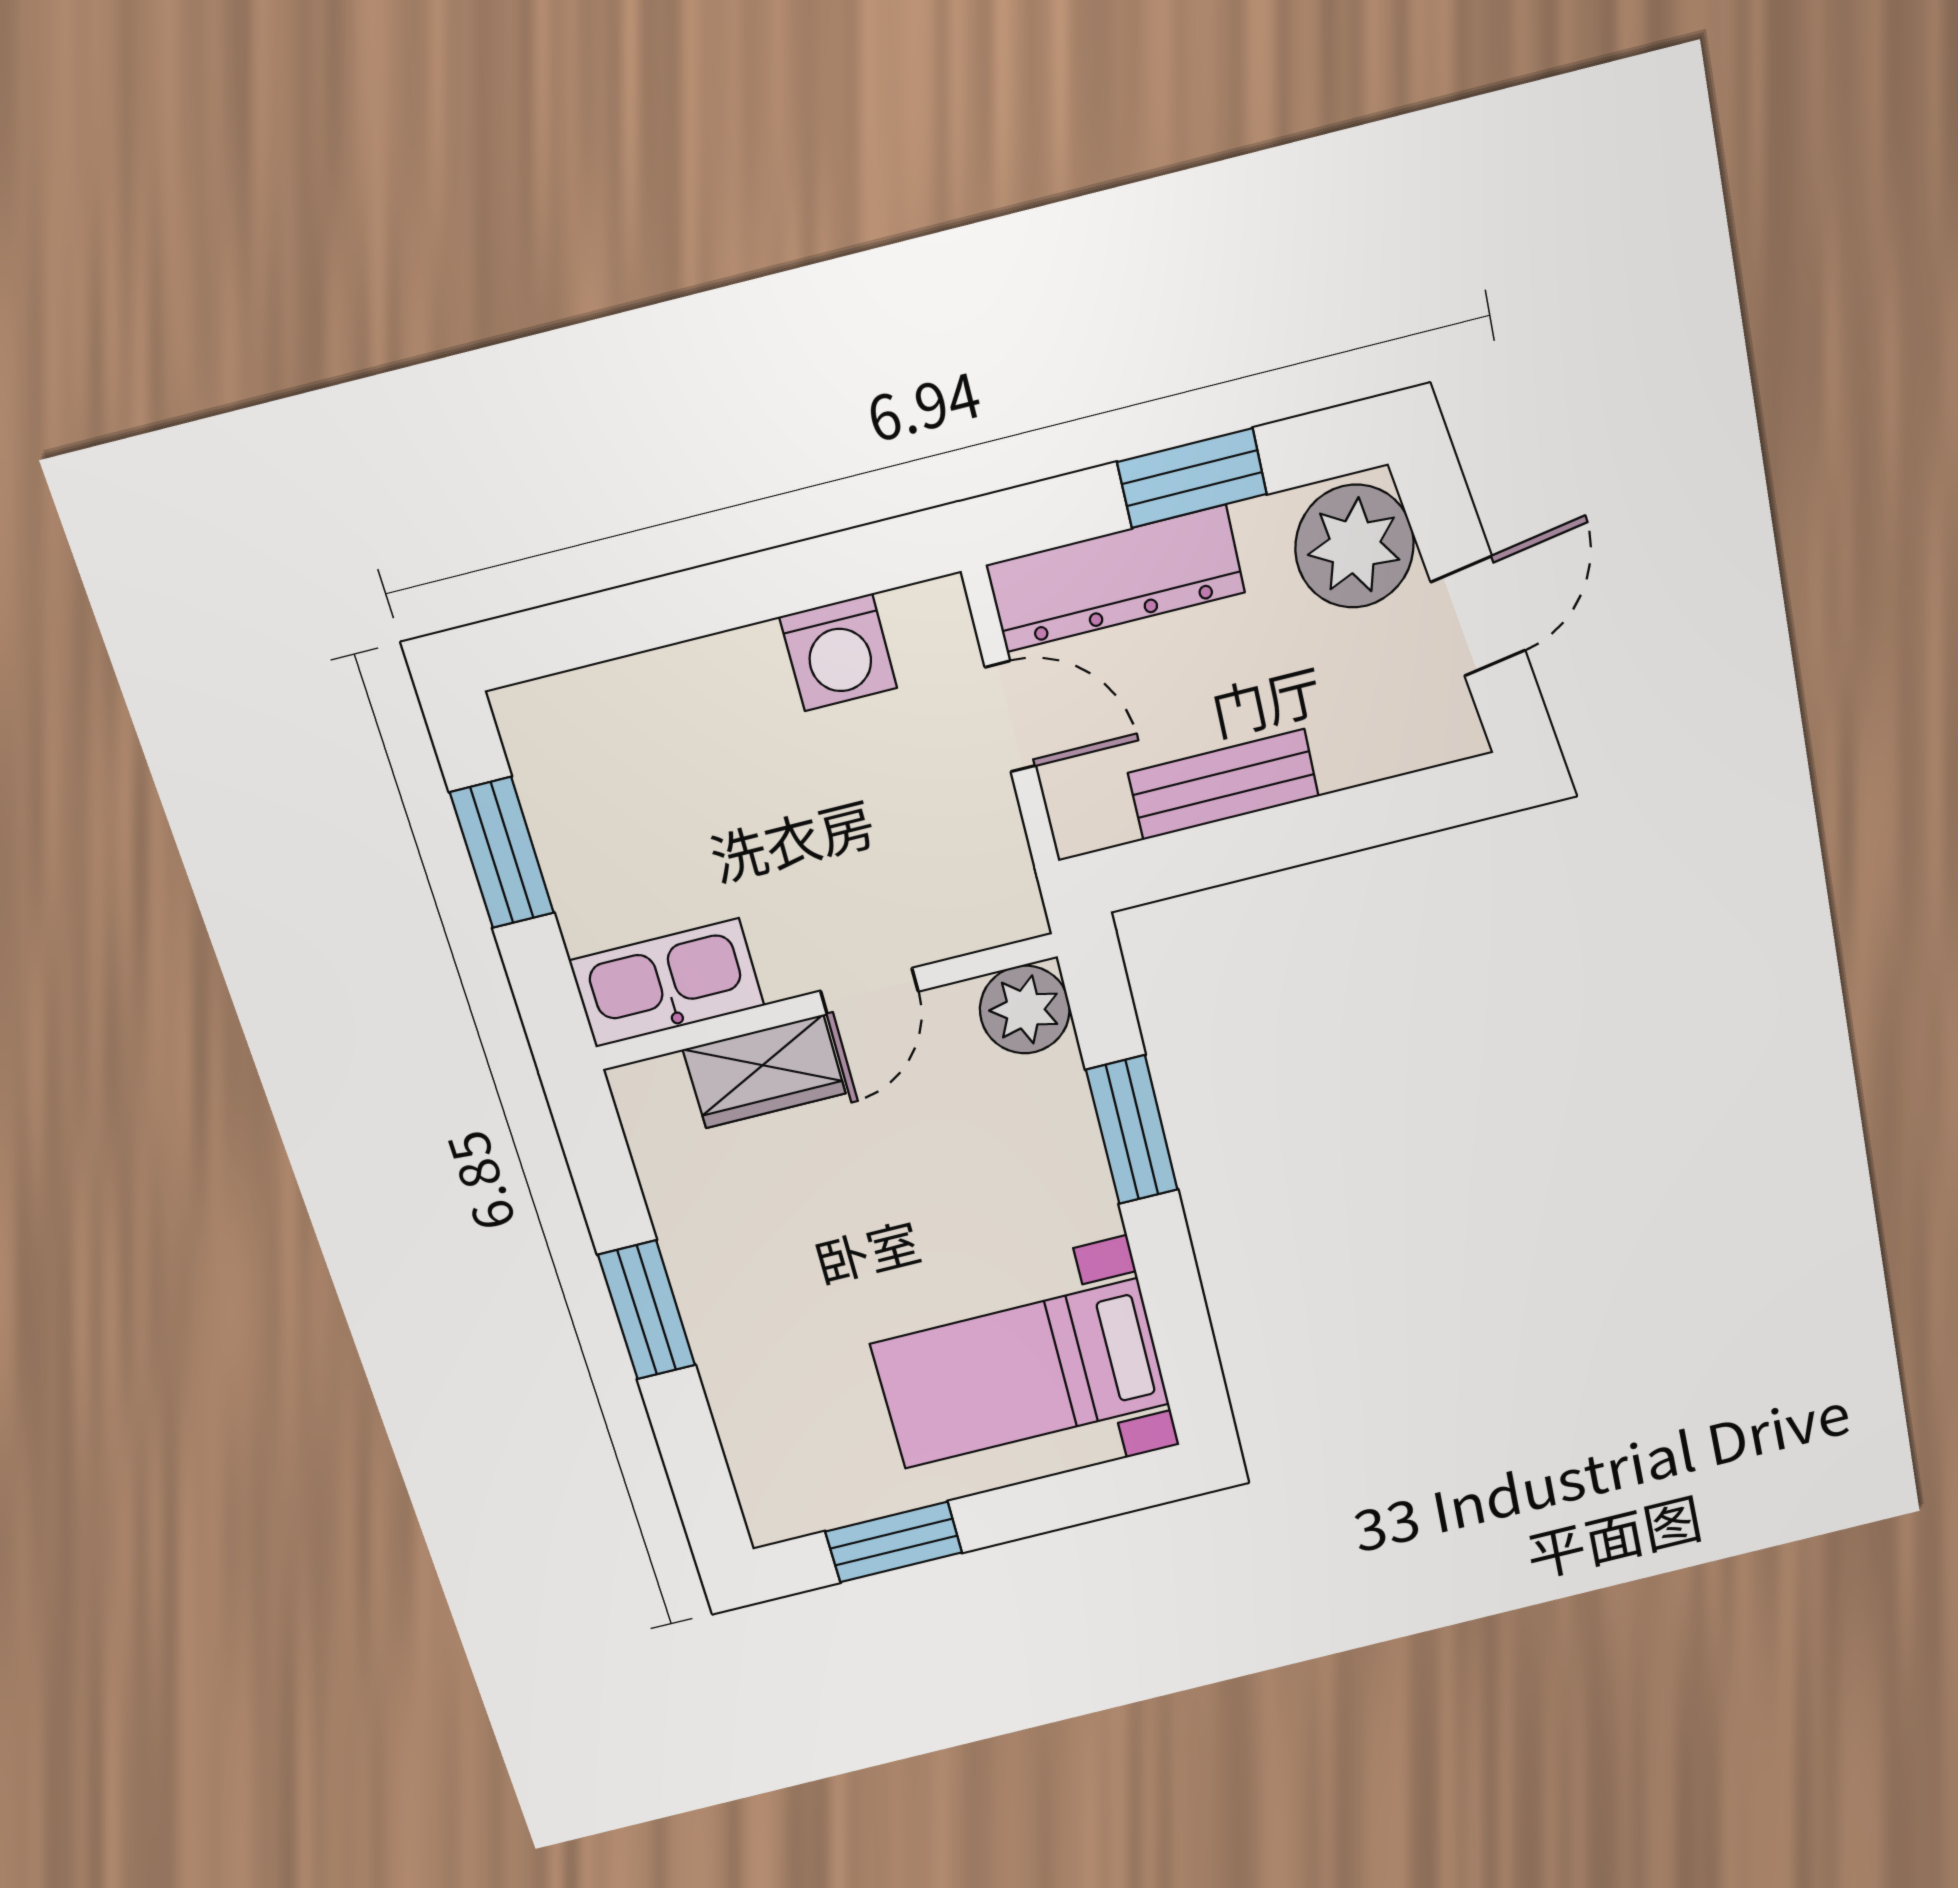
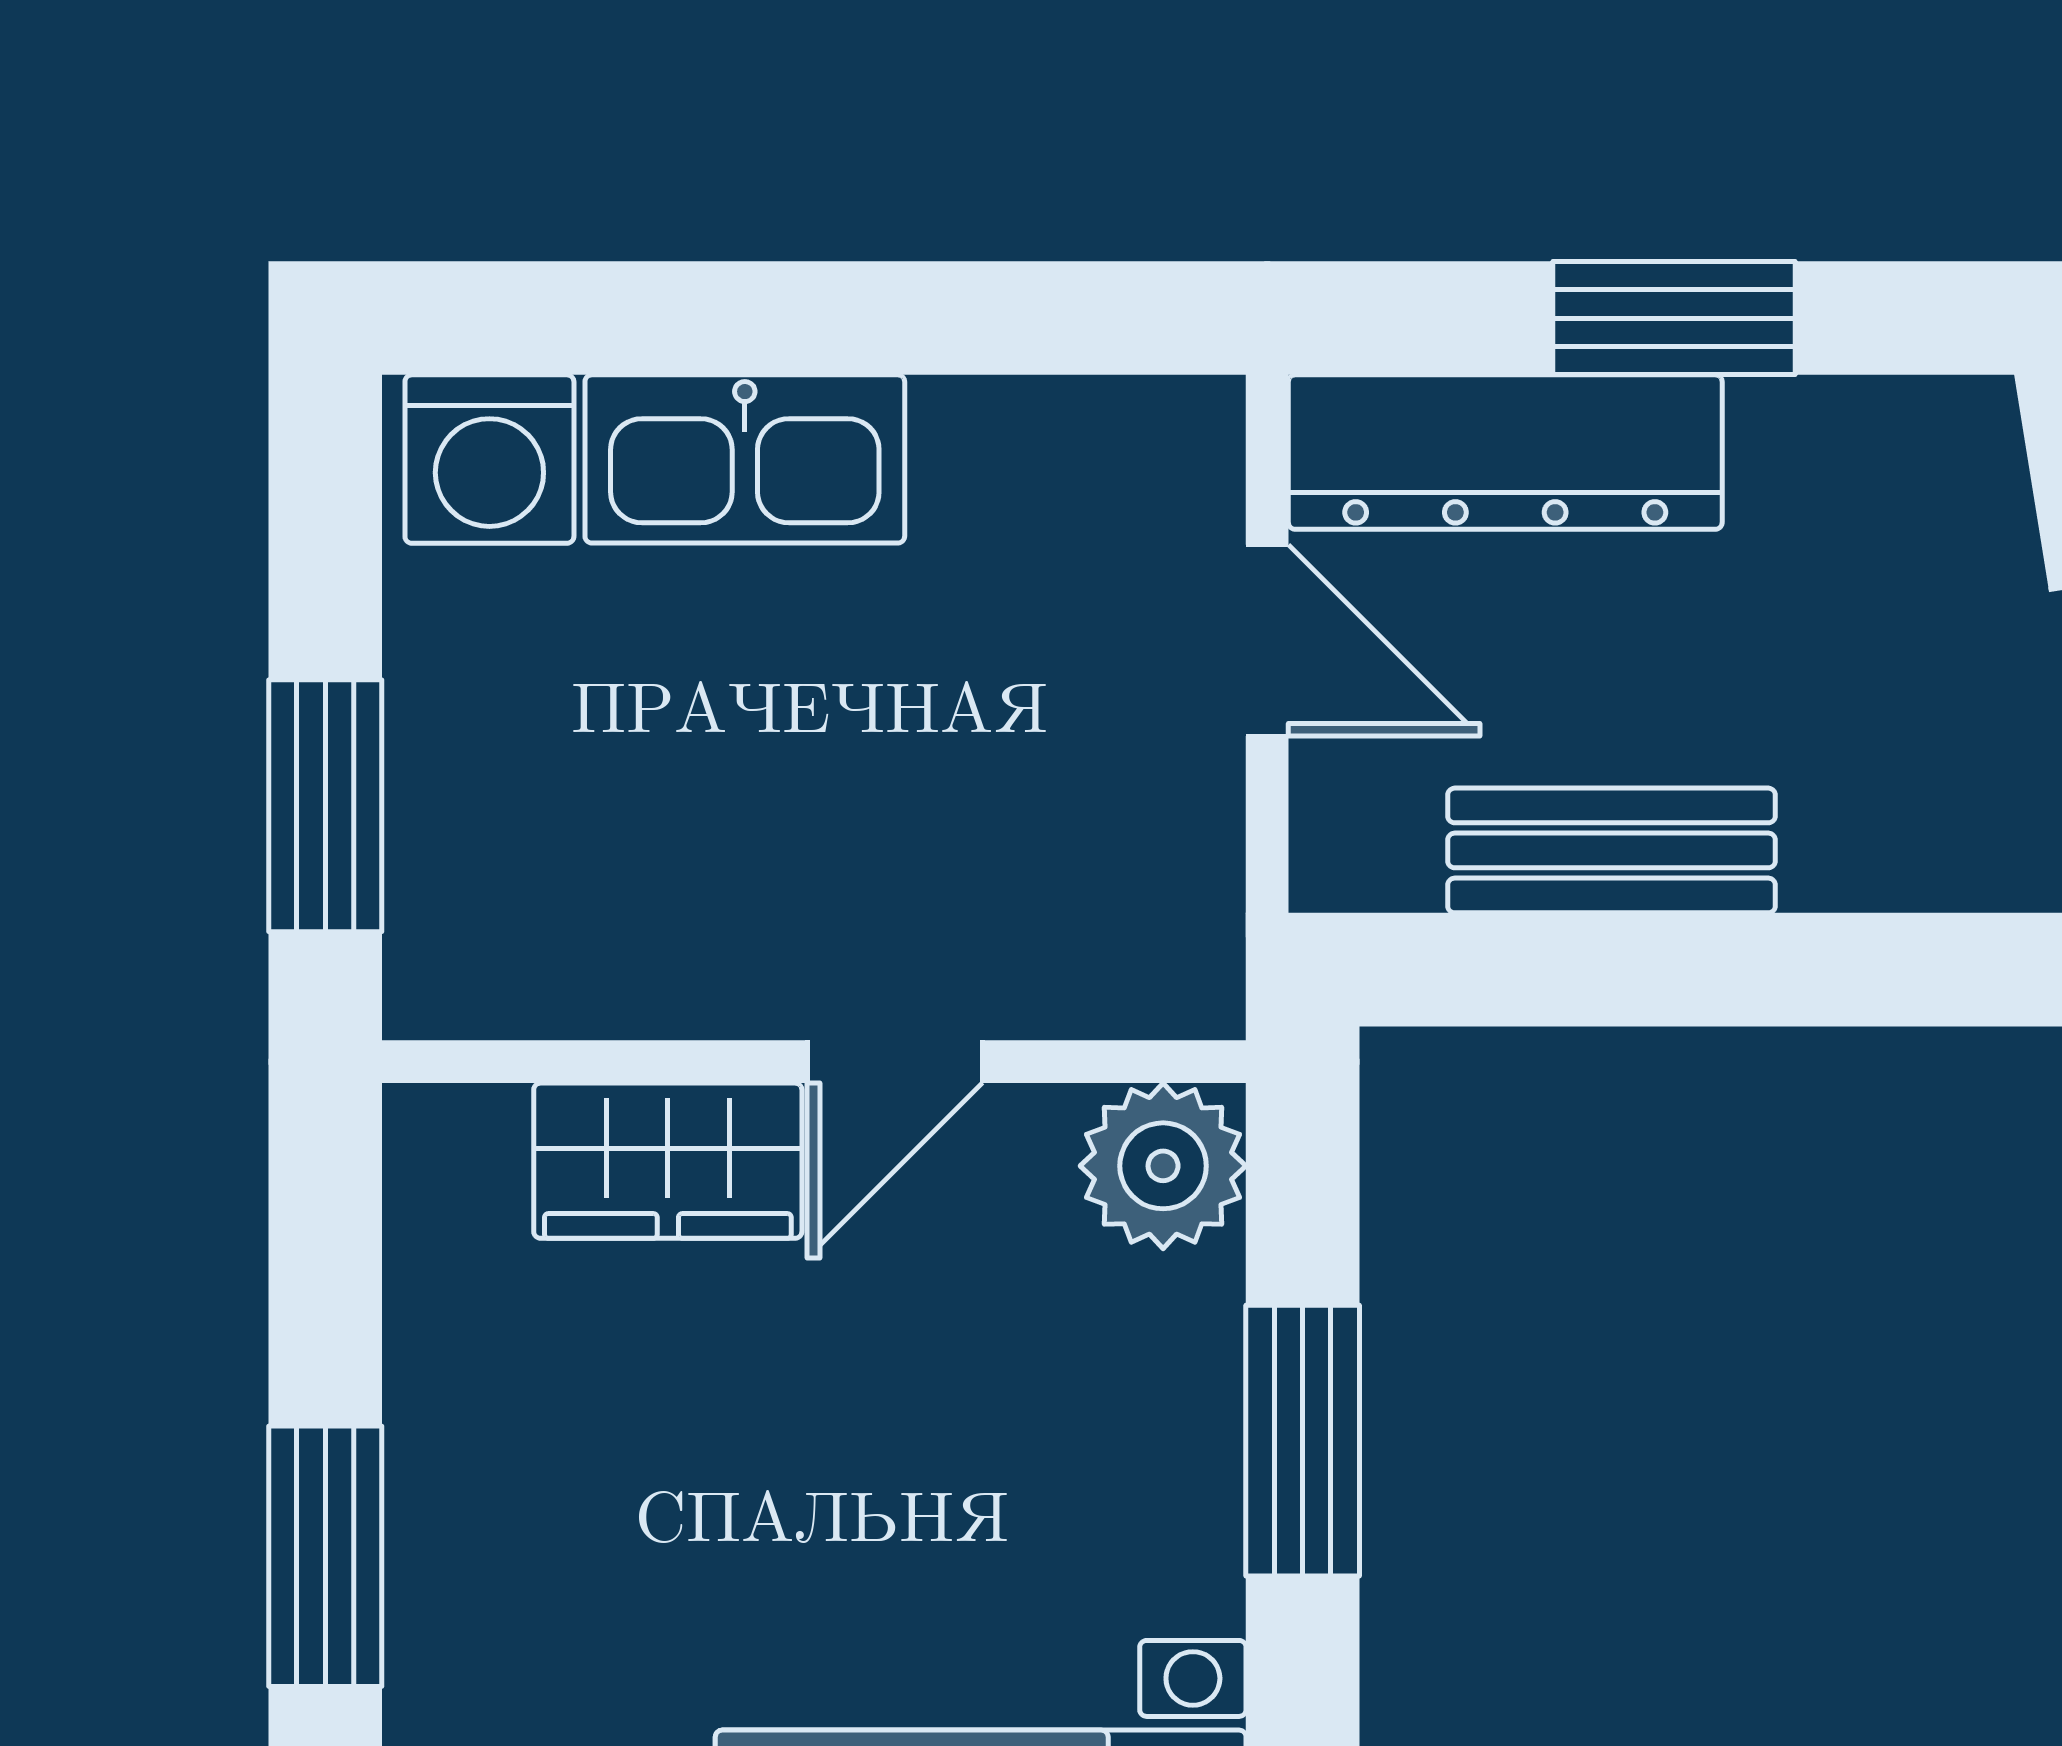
plant: (1355, 546) -> (1928, 498), removed
washing machine: (838, 652) -> (489, 459), moved
window: (502, 853) -> (325, 806), moved
kitchen sink: (667, 983) -> (745, 459), moved, turned 180

